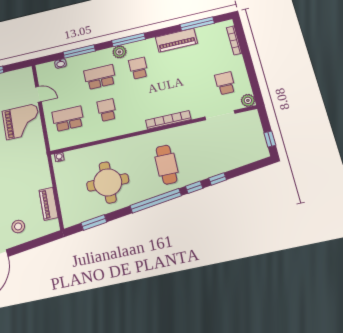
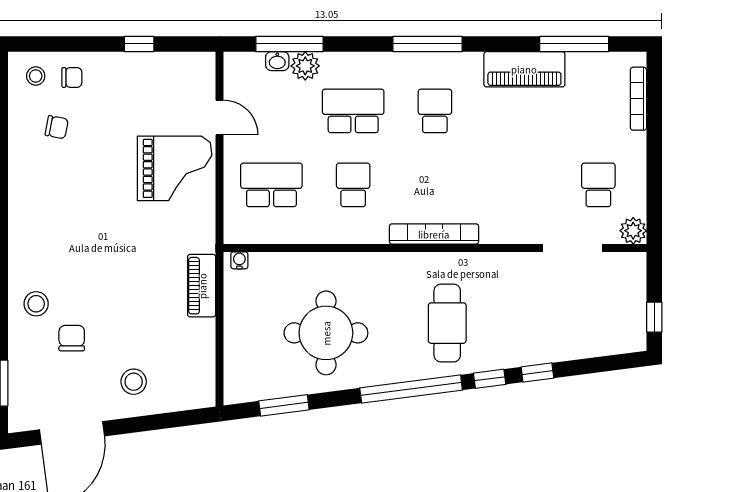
window: (79, 51) -> (289, 44), moved
plant: (119, 52) -> (305, 66), moved
bookcase: (168, 120) -> (434, 234), moved
piano: (49, 204) -> (202, 286), moved

